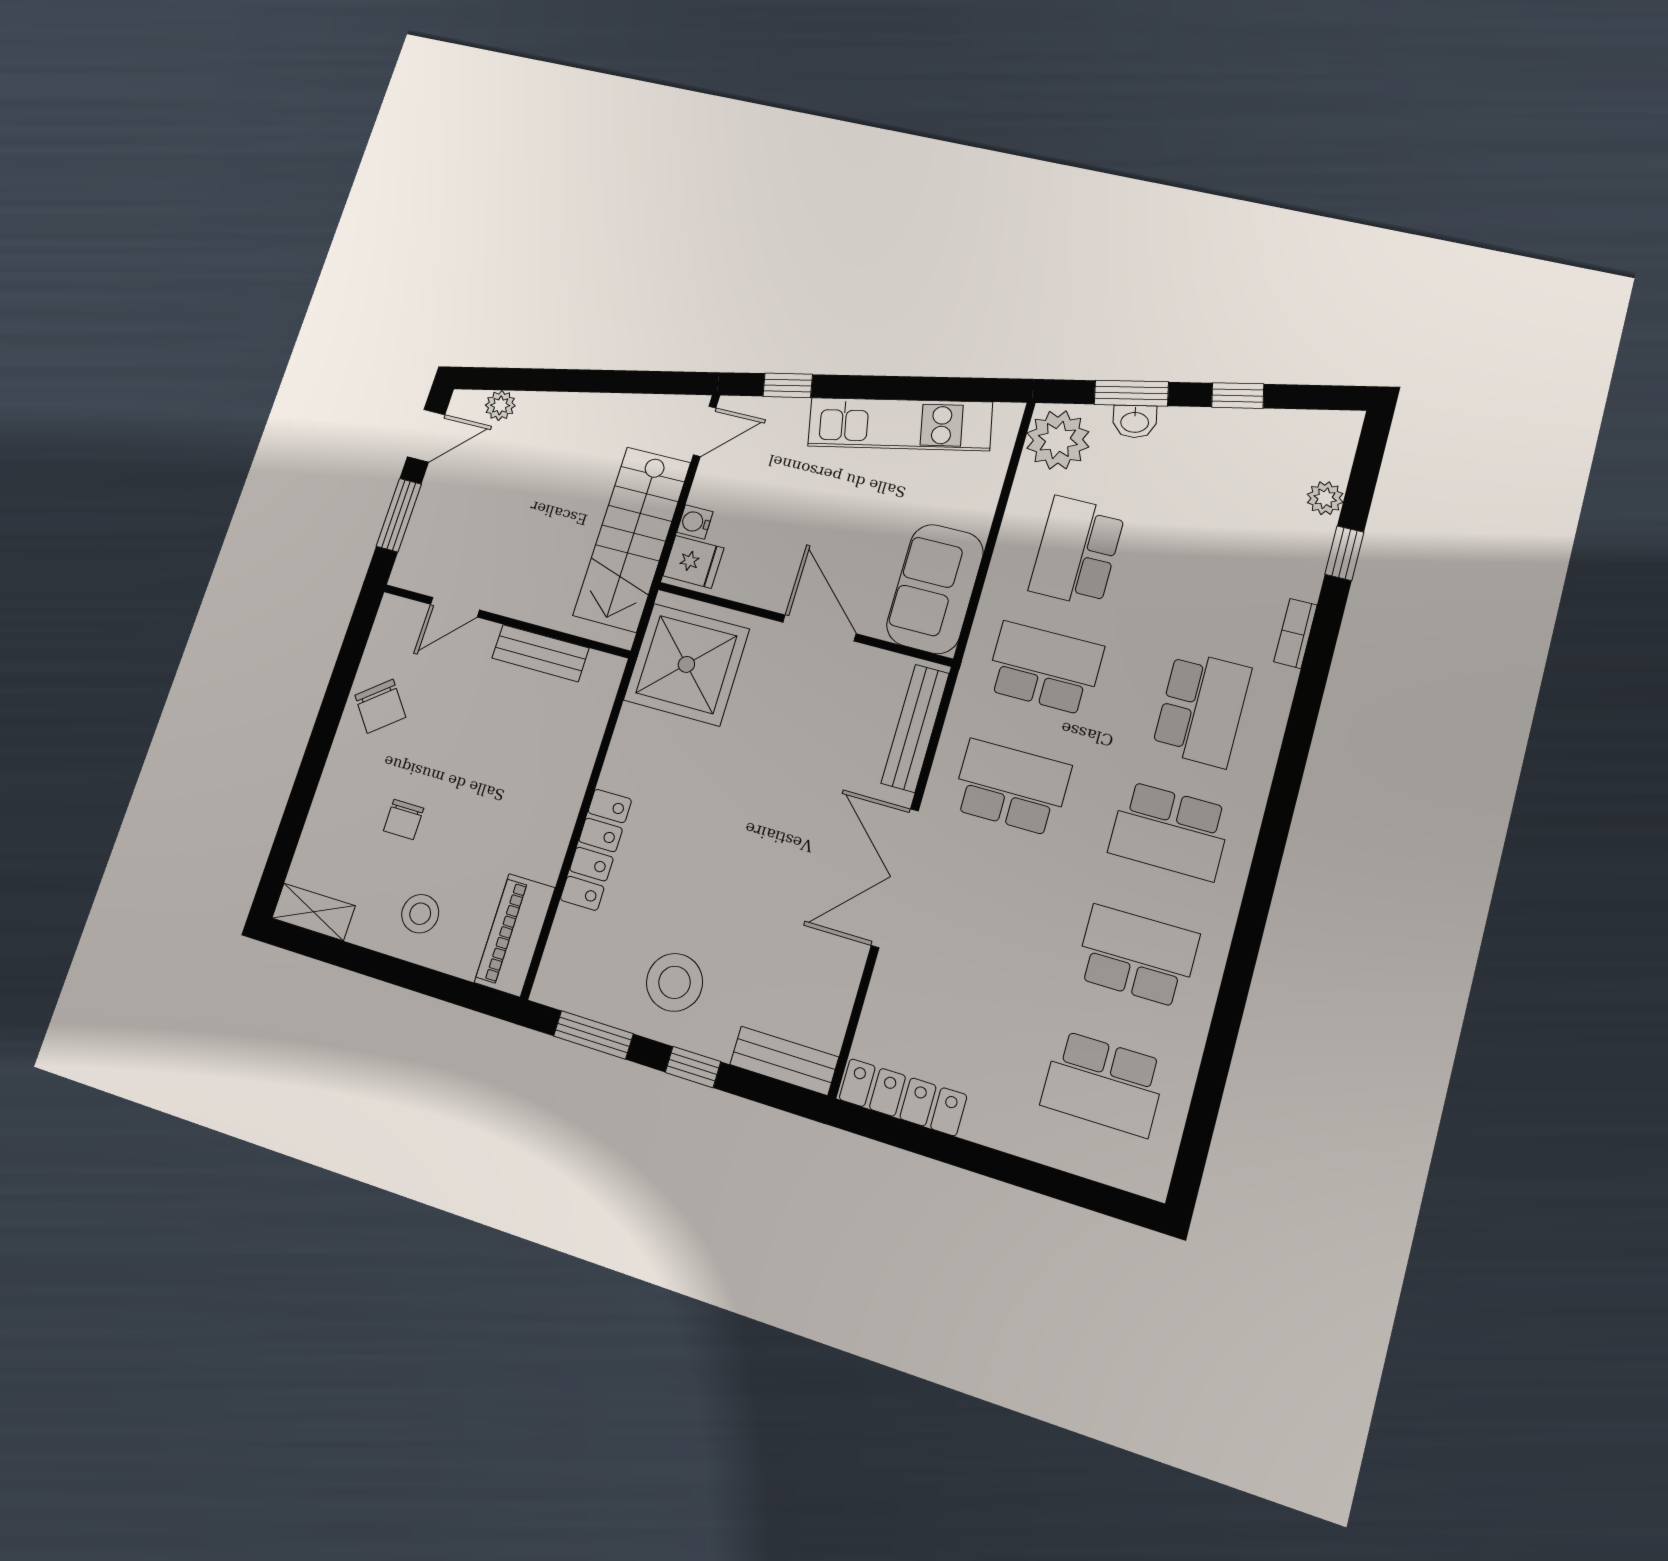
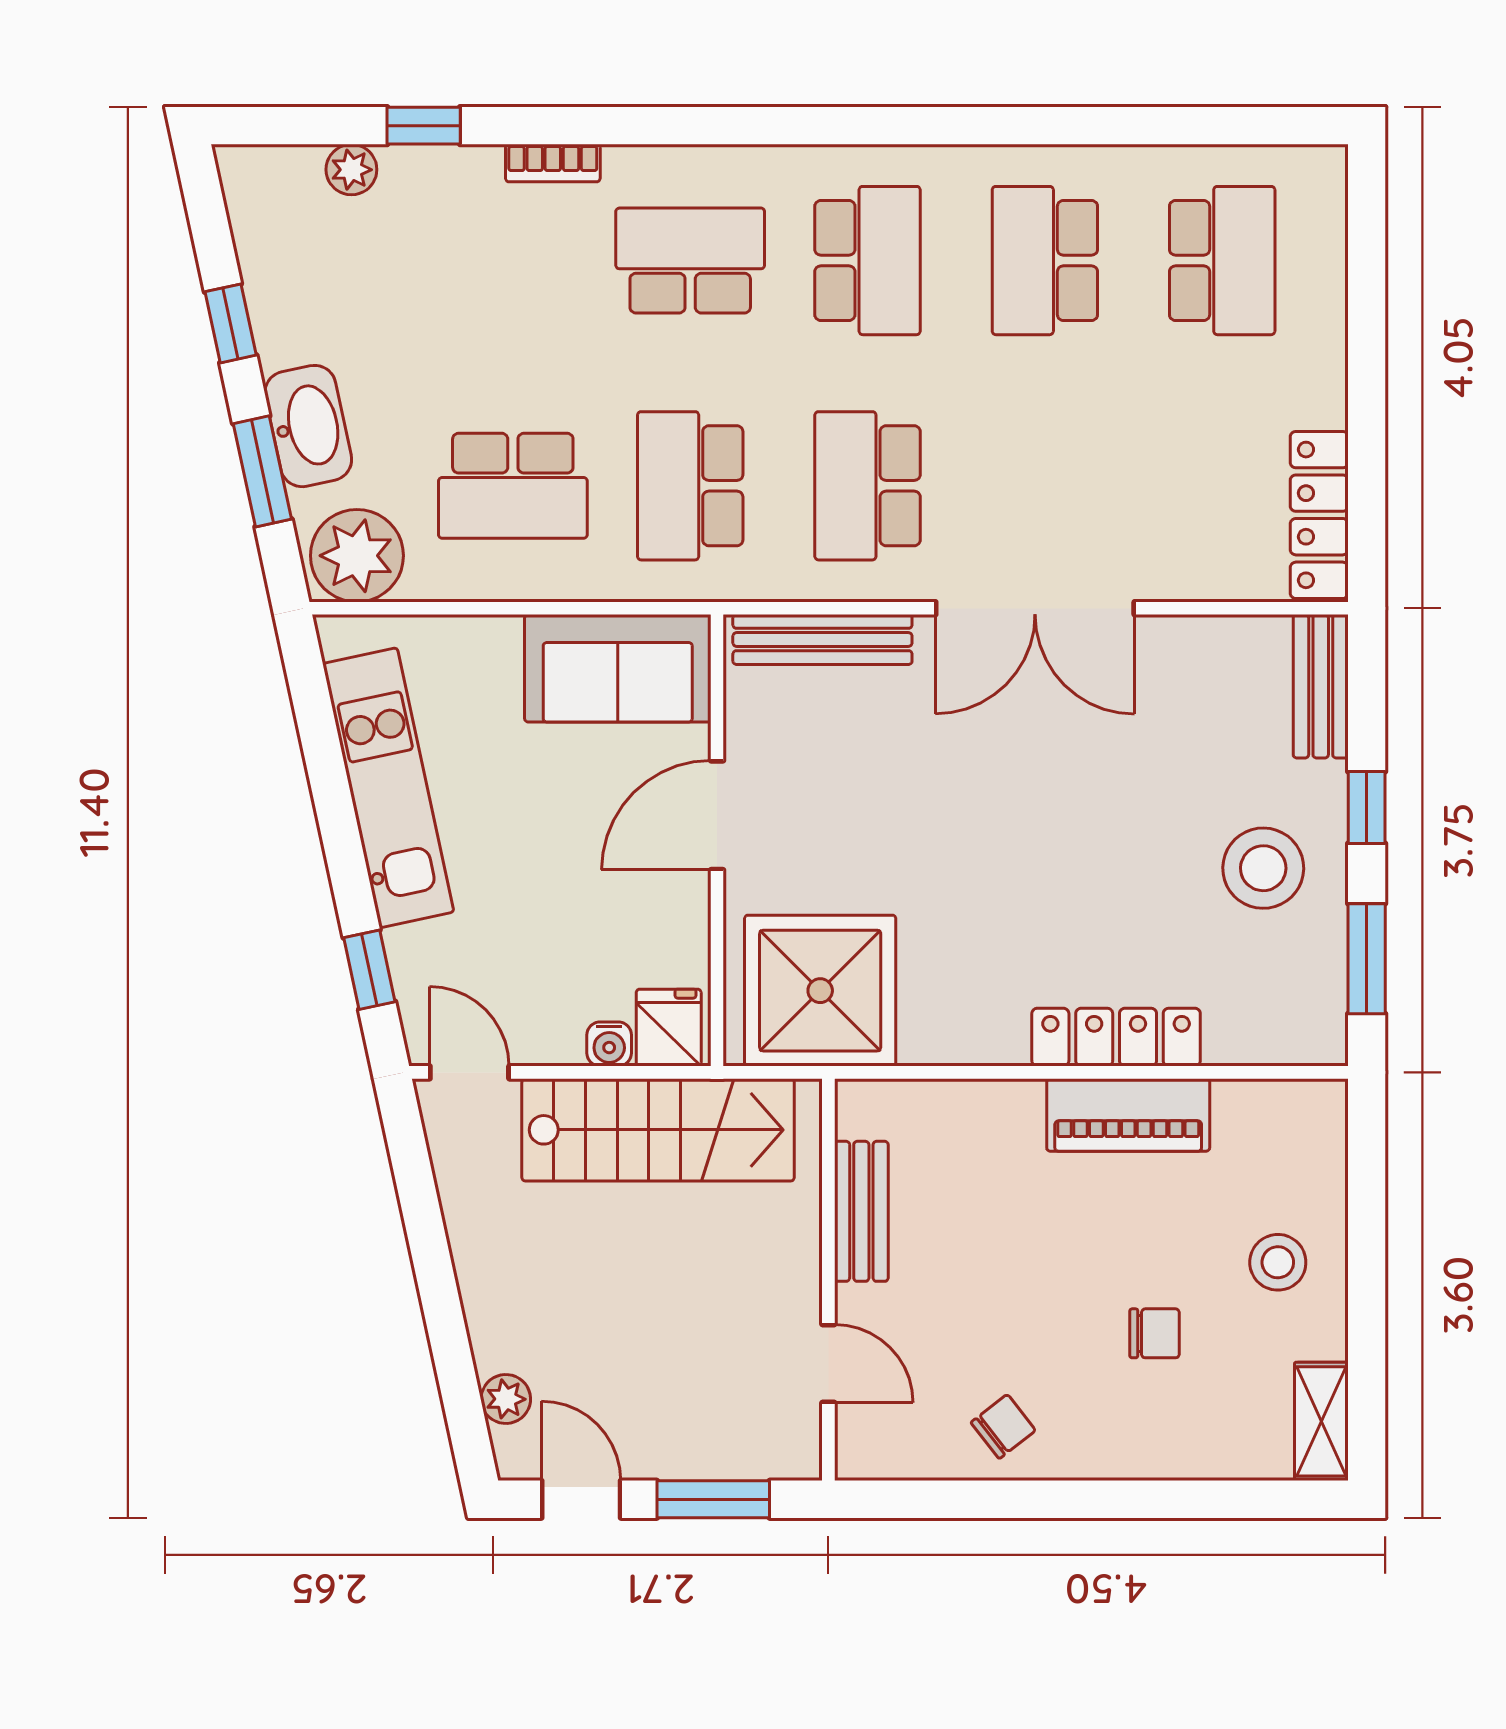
washbasin: (1135, 421) -> (308, 426), width x1.91, depth x1.45
chair: (380, 706) -> (1003, 1426), width x0.73, depth x0.73
piano: (515, 935) -> (1128, 1115), moved

